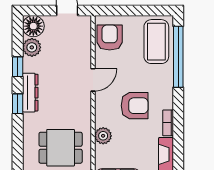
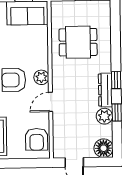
plant: (32, 47) -> (104, 116), moved
plant: (103, 136) -> (41, 77), moved

